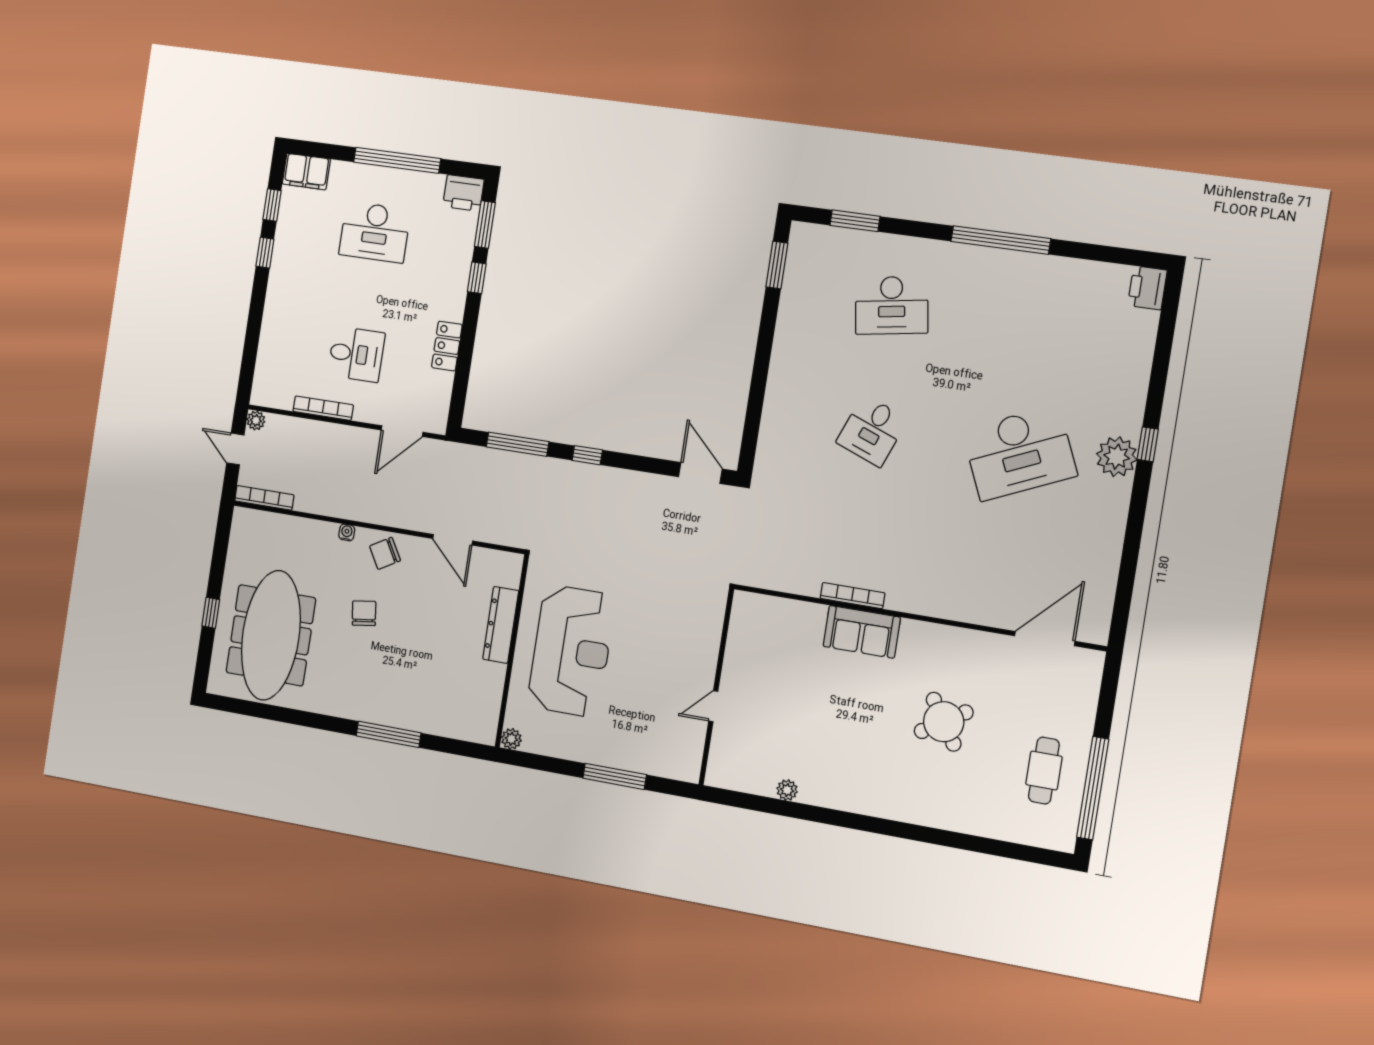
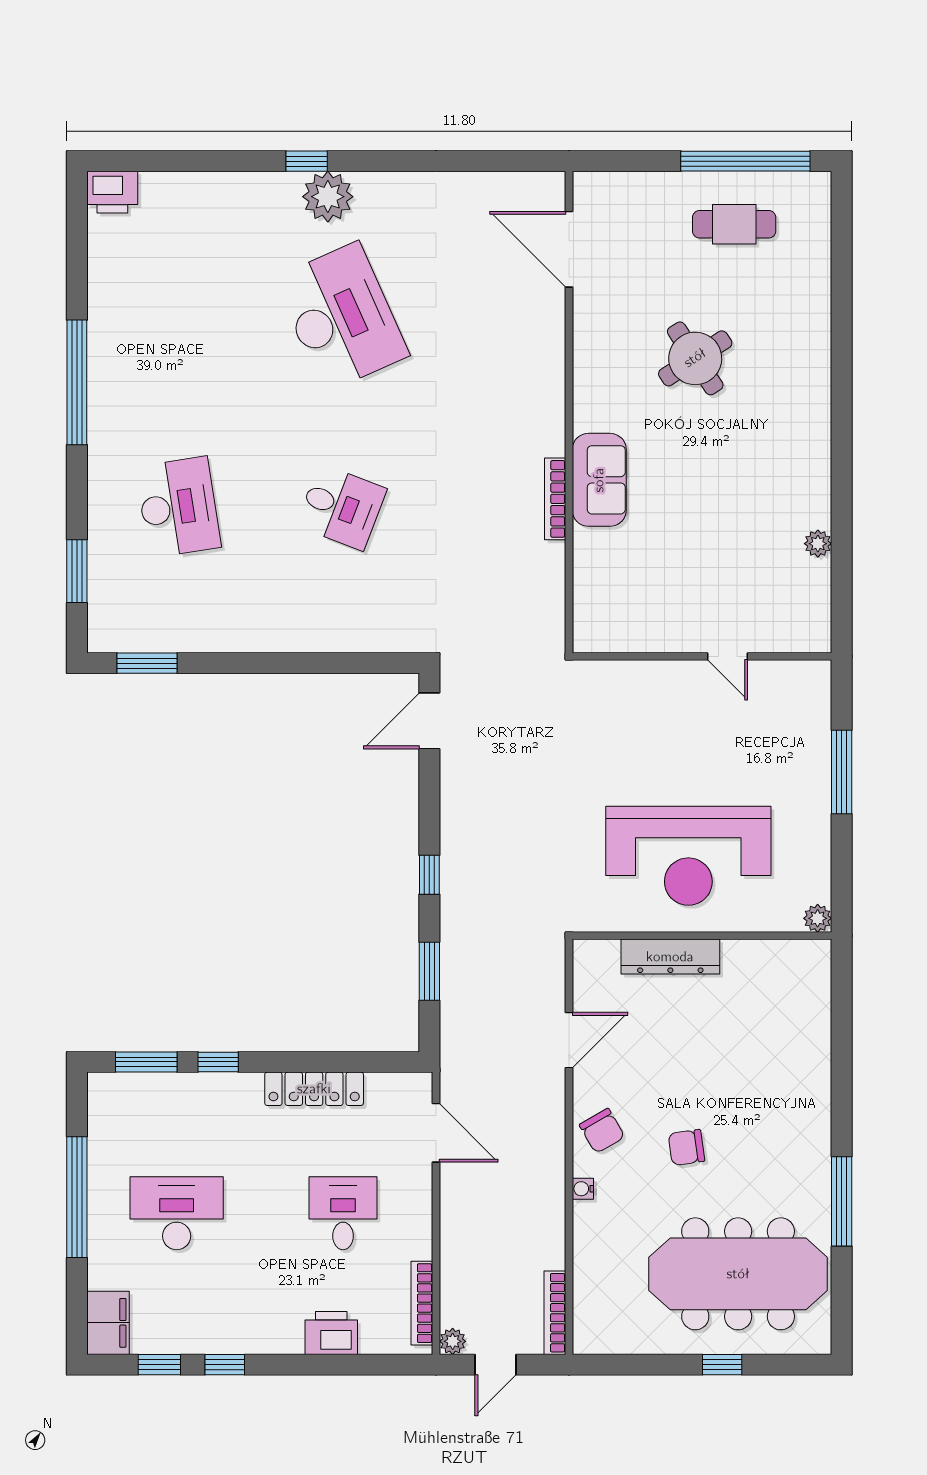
printer: (463, 193) -> (331, 1333), moved, turned -90
desk: (375, 232) -> (177, 1213), turned -90
locker: (447, 346) -> (314, 1089), width x1.53
bookcase: (323, 408) -> (422, 1303), moved
window: (518, 444) -> (429, 971), width x0.69
reception desk: (571, 651) -> (688, 856), turned 180
window: (389, 734) -> (842, 1201), moved

